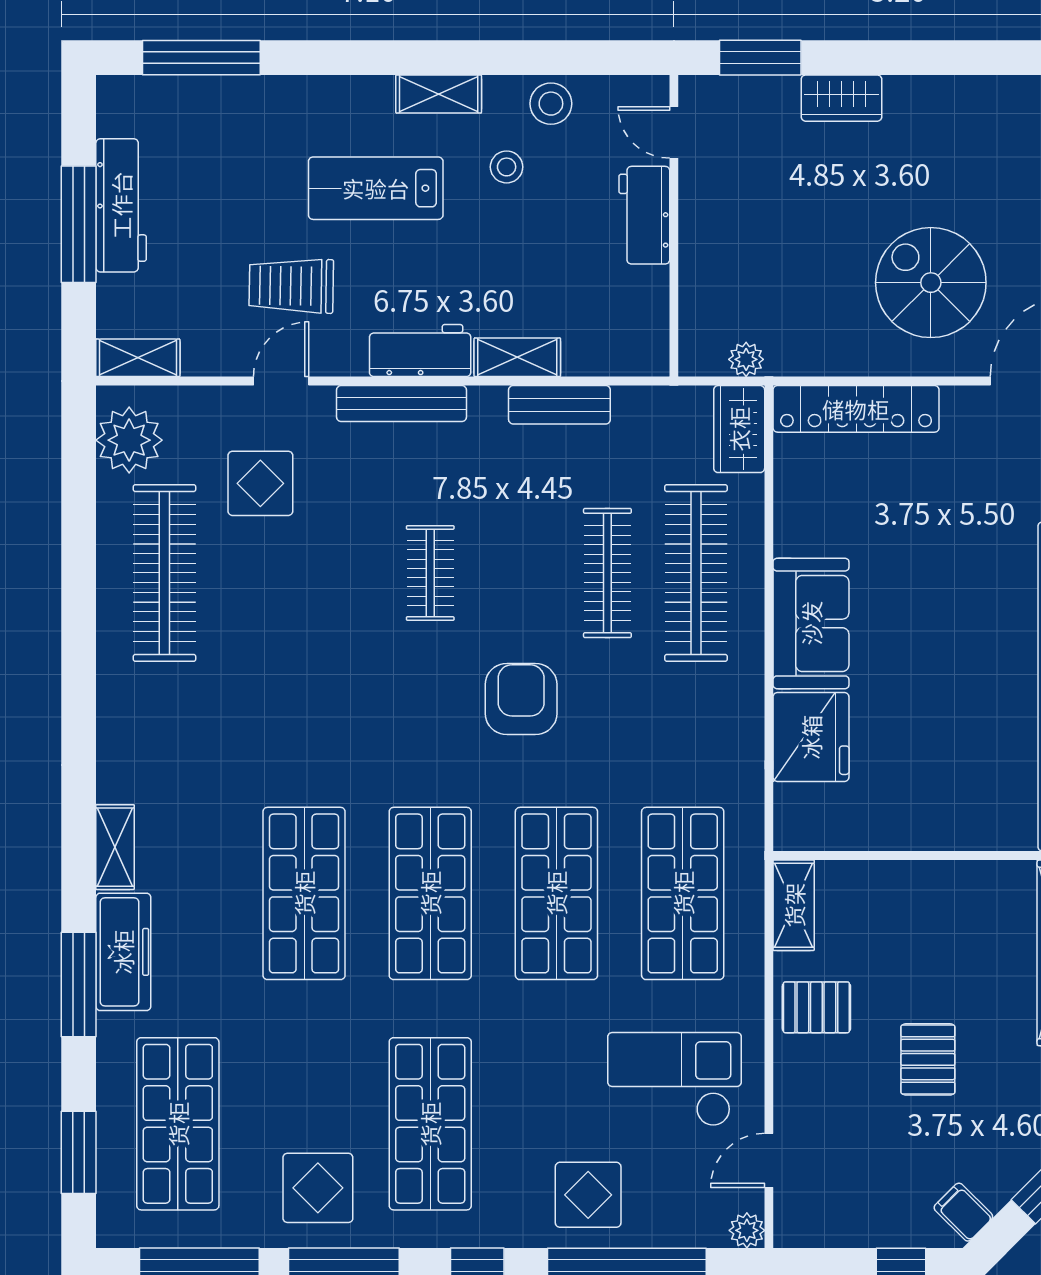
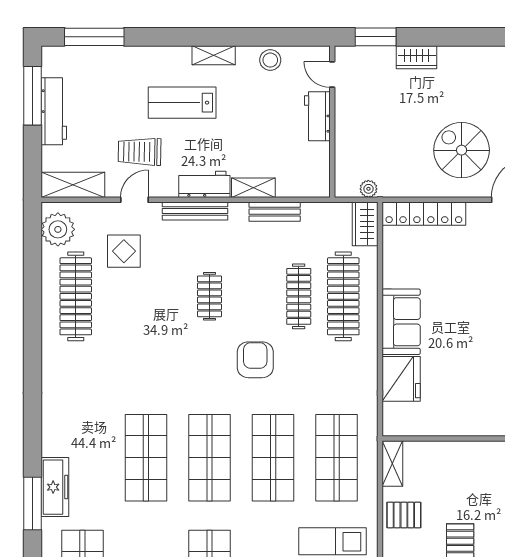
stool: (507, 167) -> (248, 92), removed
window: (79, 224) -> (33, 96), moved
shelving: (138, 358) -> (73, 185), width x1.50, depth x1.33
shelving: (115, 847) -> (51, 434), removed

